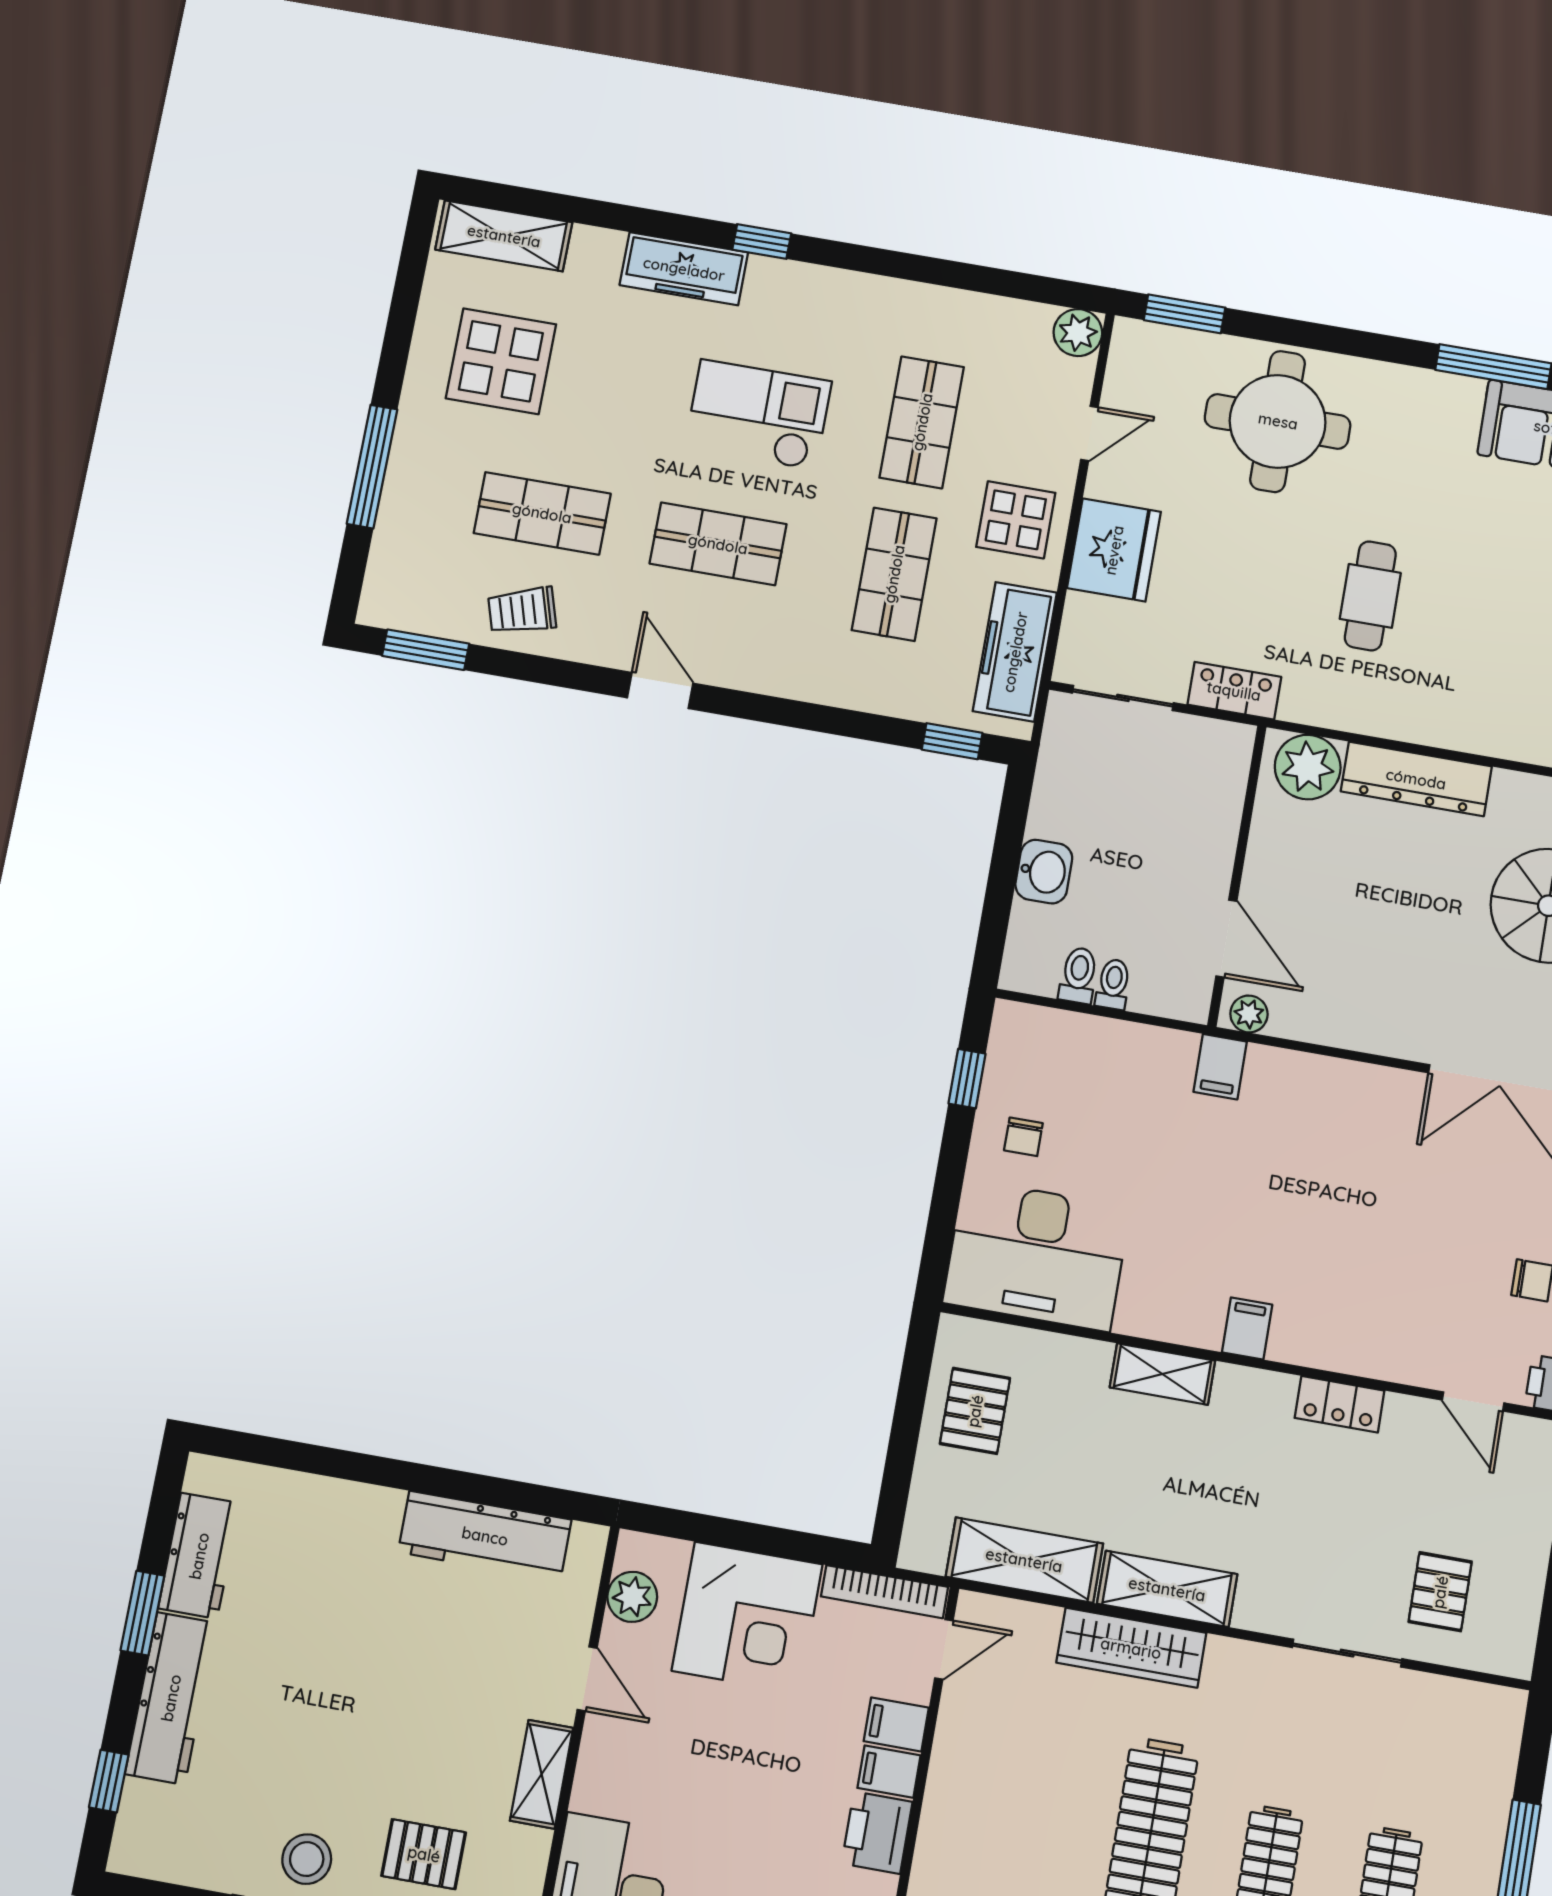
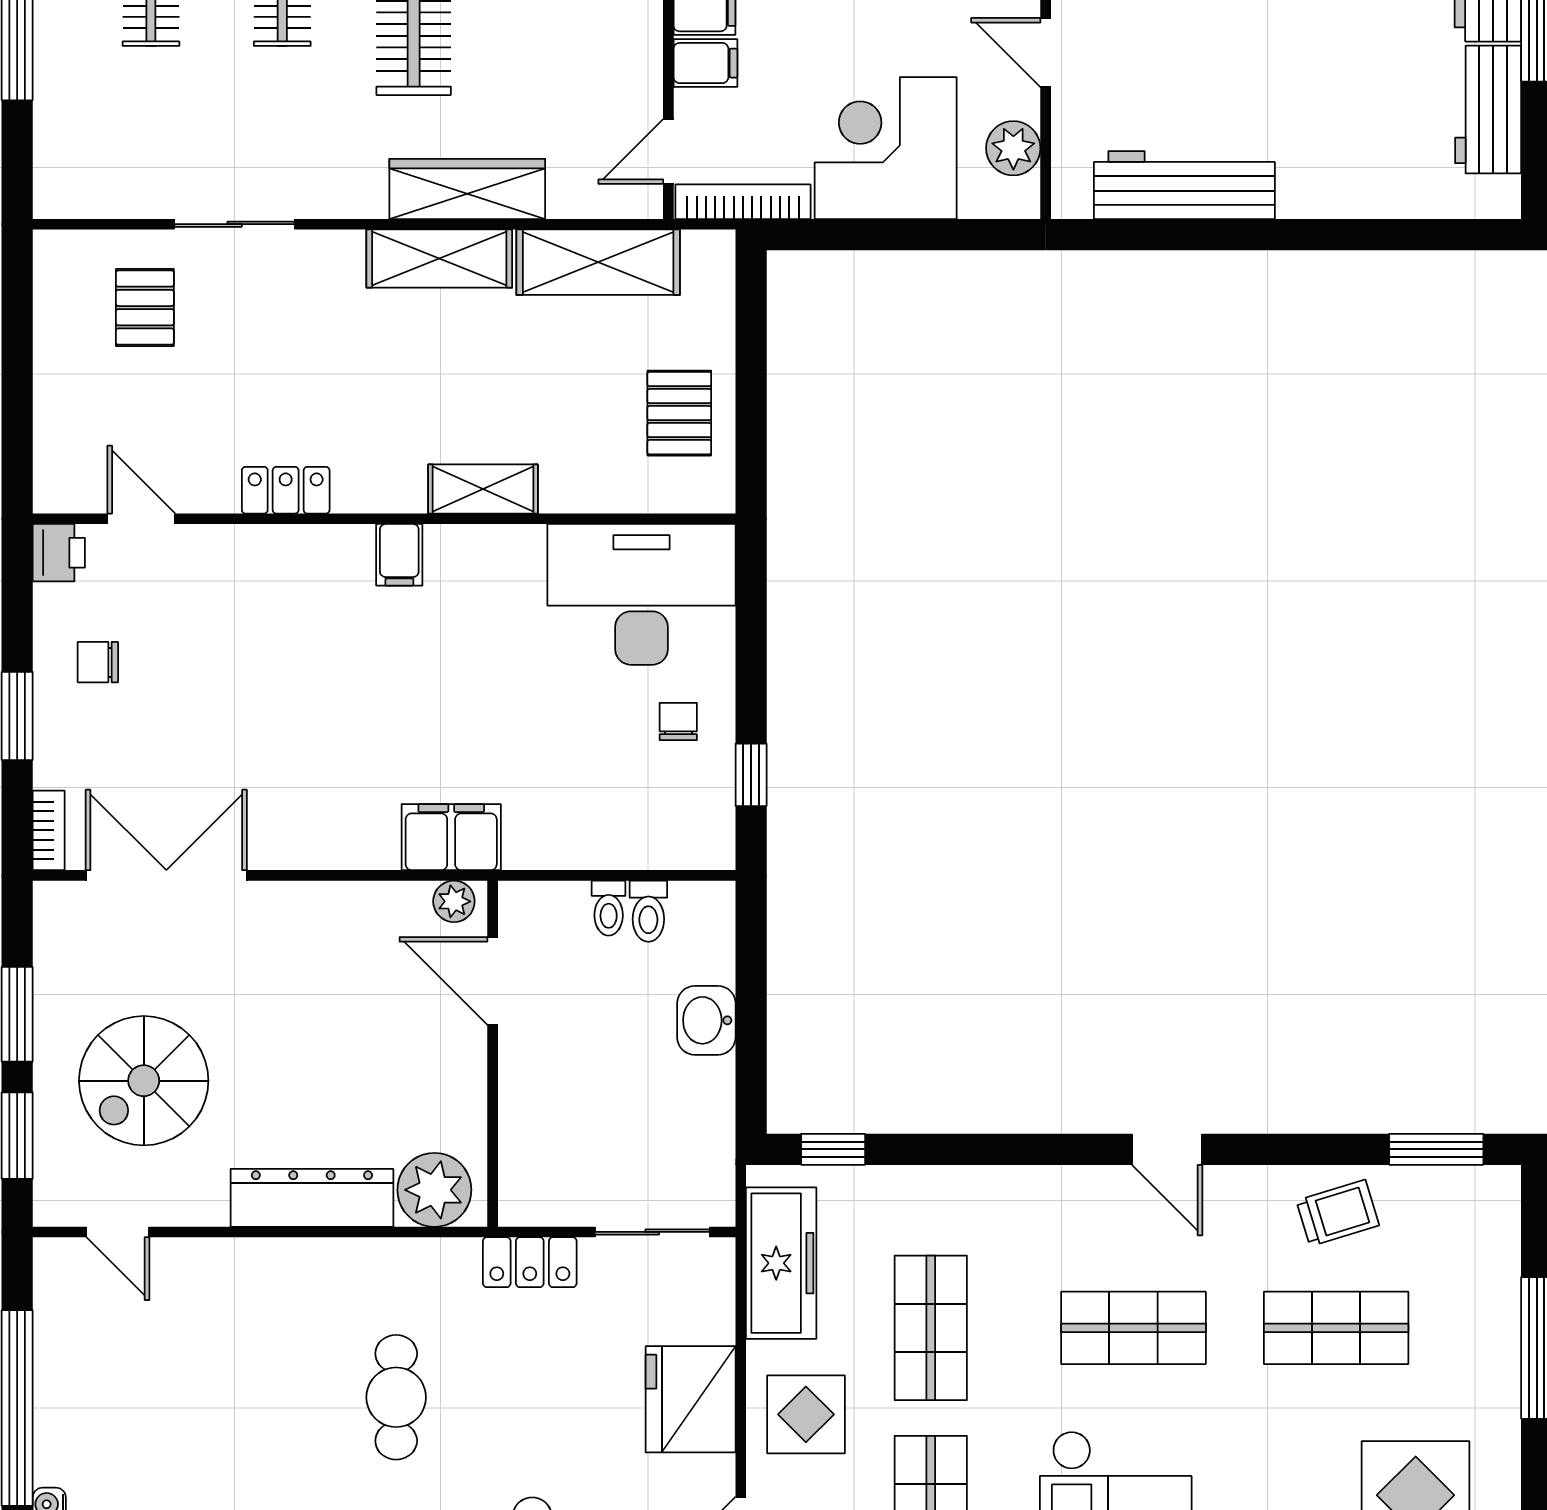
filing cabinet: (1220, 1067) -> (451, 837), width x2.00

